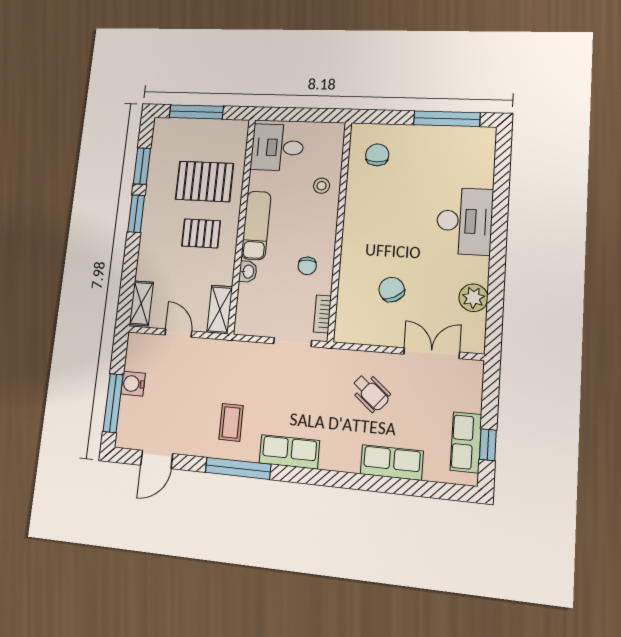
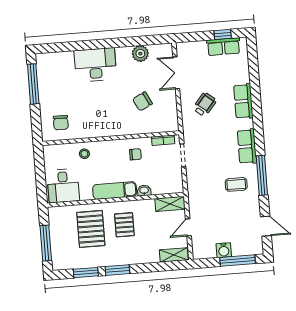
chair: (377, 155) -> (61, 123), turned -90
row of seats: (392, 463) -> (243, 101), moved

